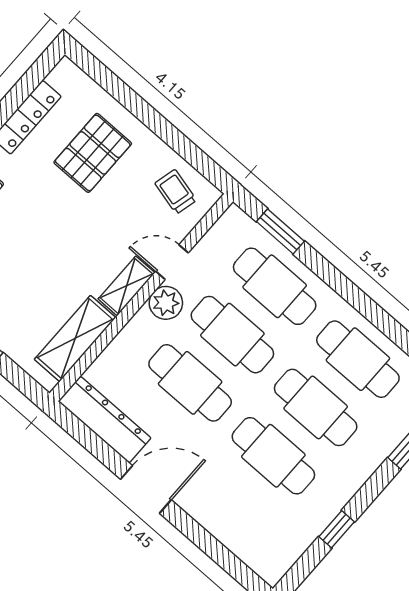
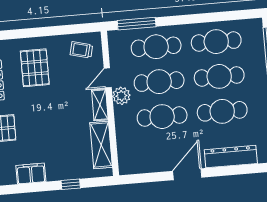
window: (280, 231) -> (137, 24), width x1.44
dresser: (105, 420) -> (231, 157), moved

